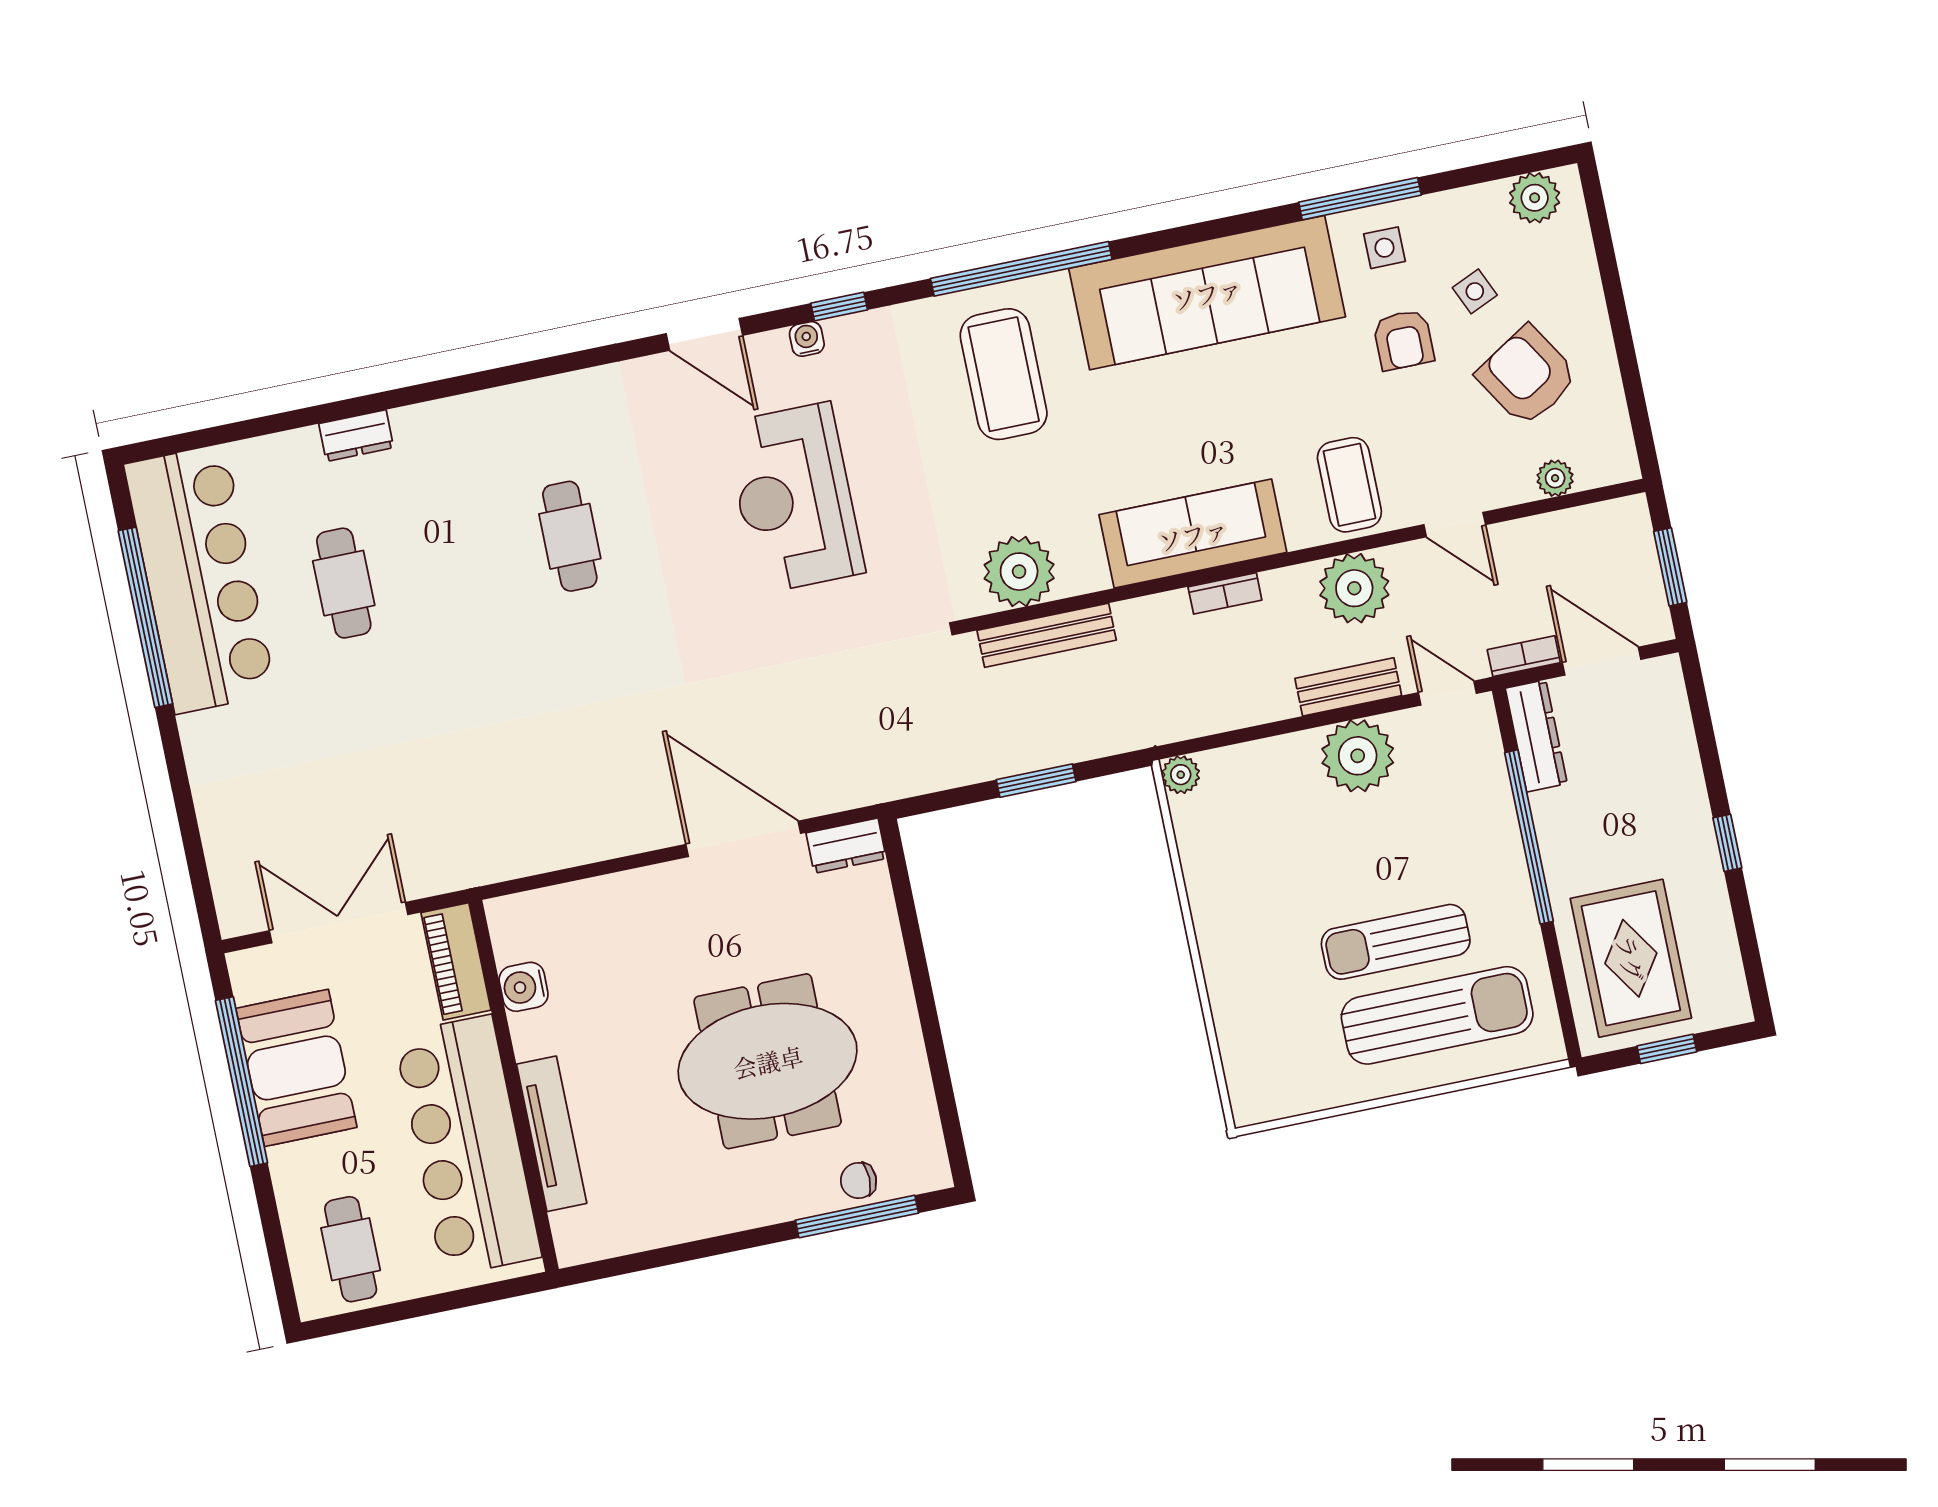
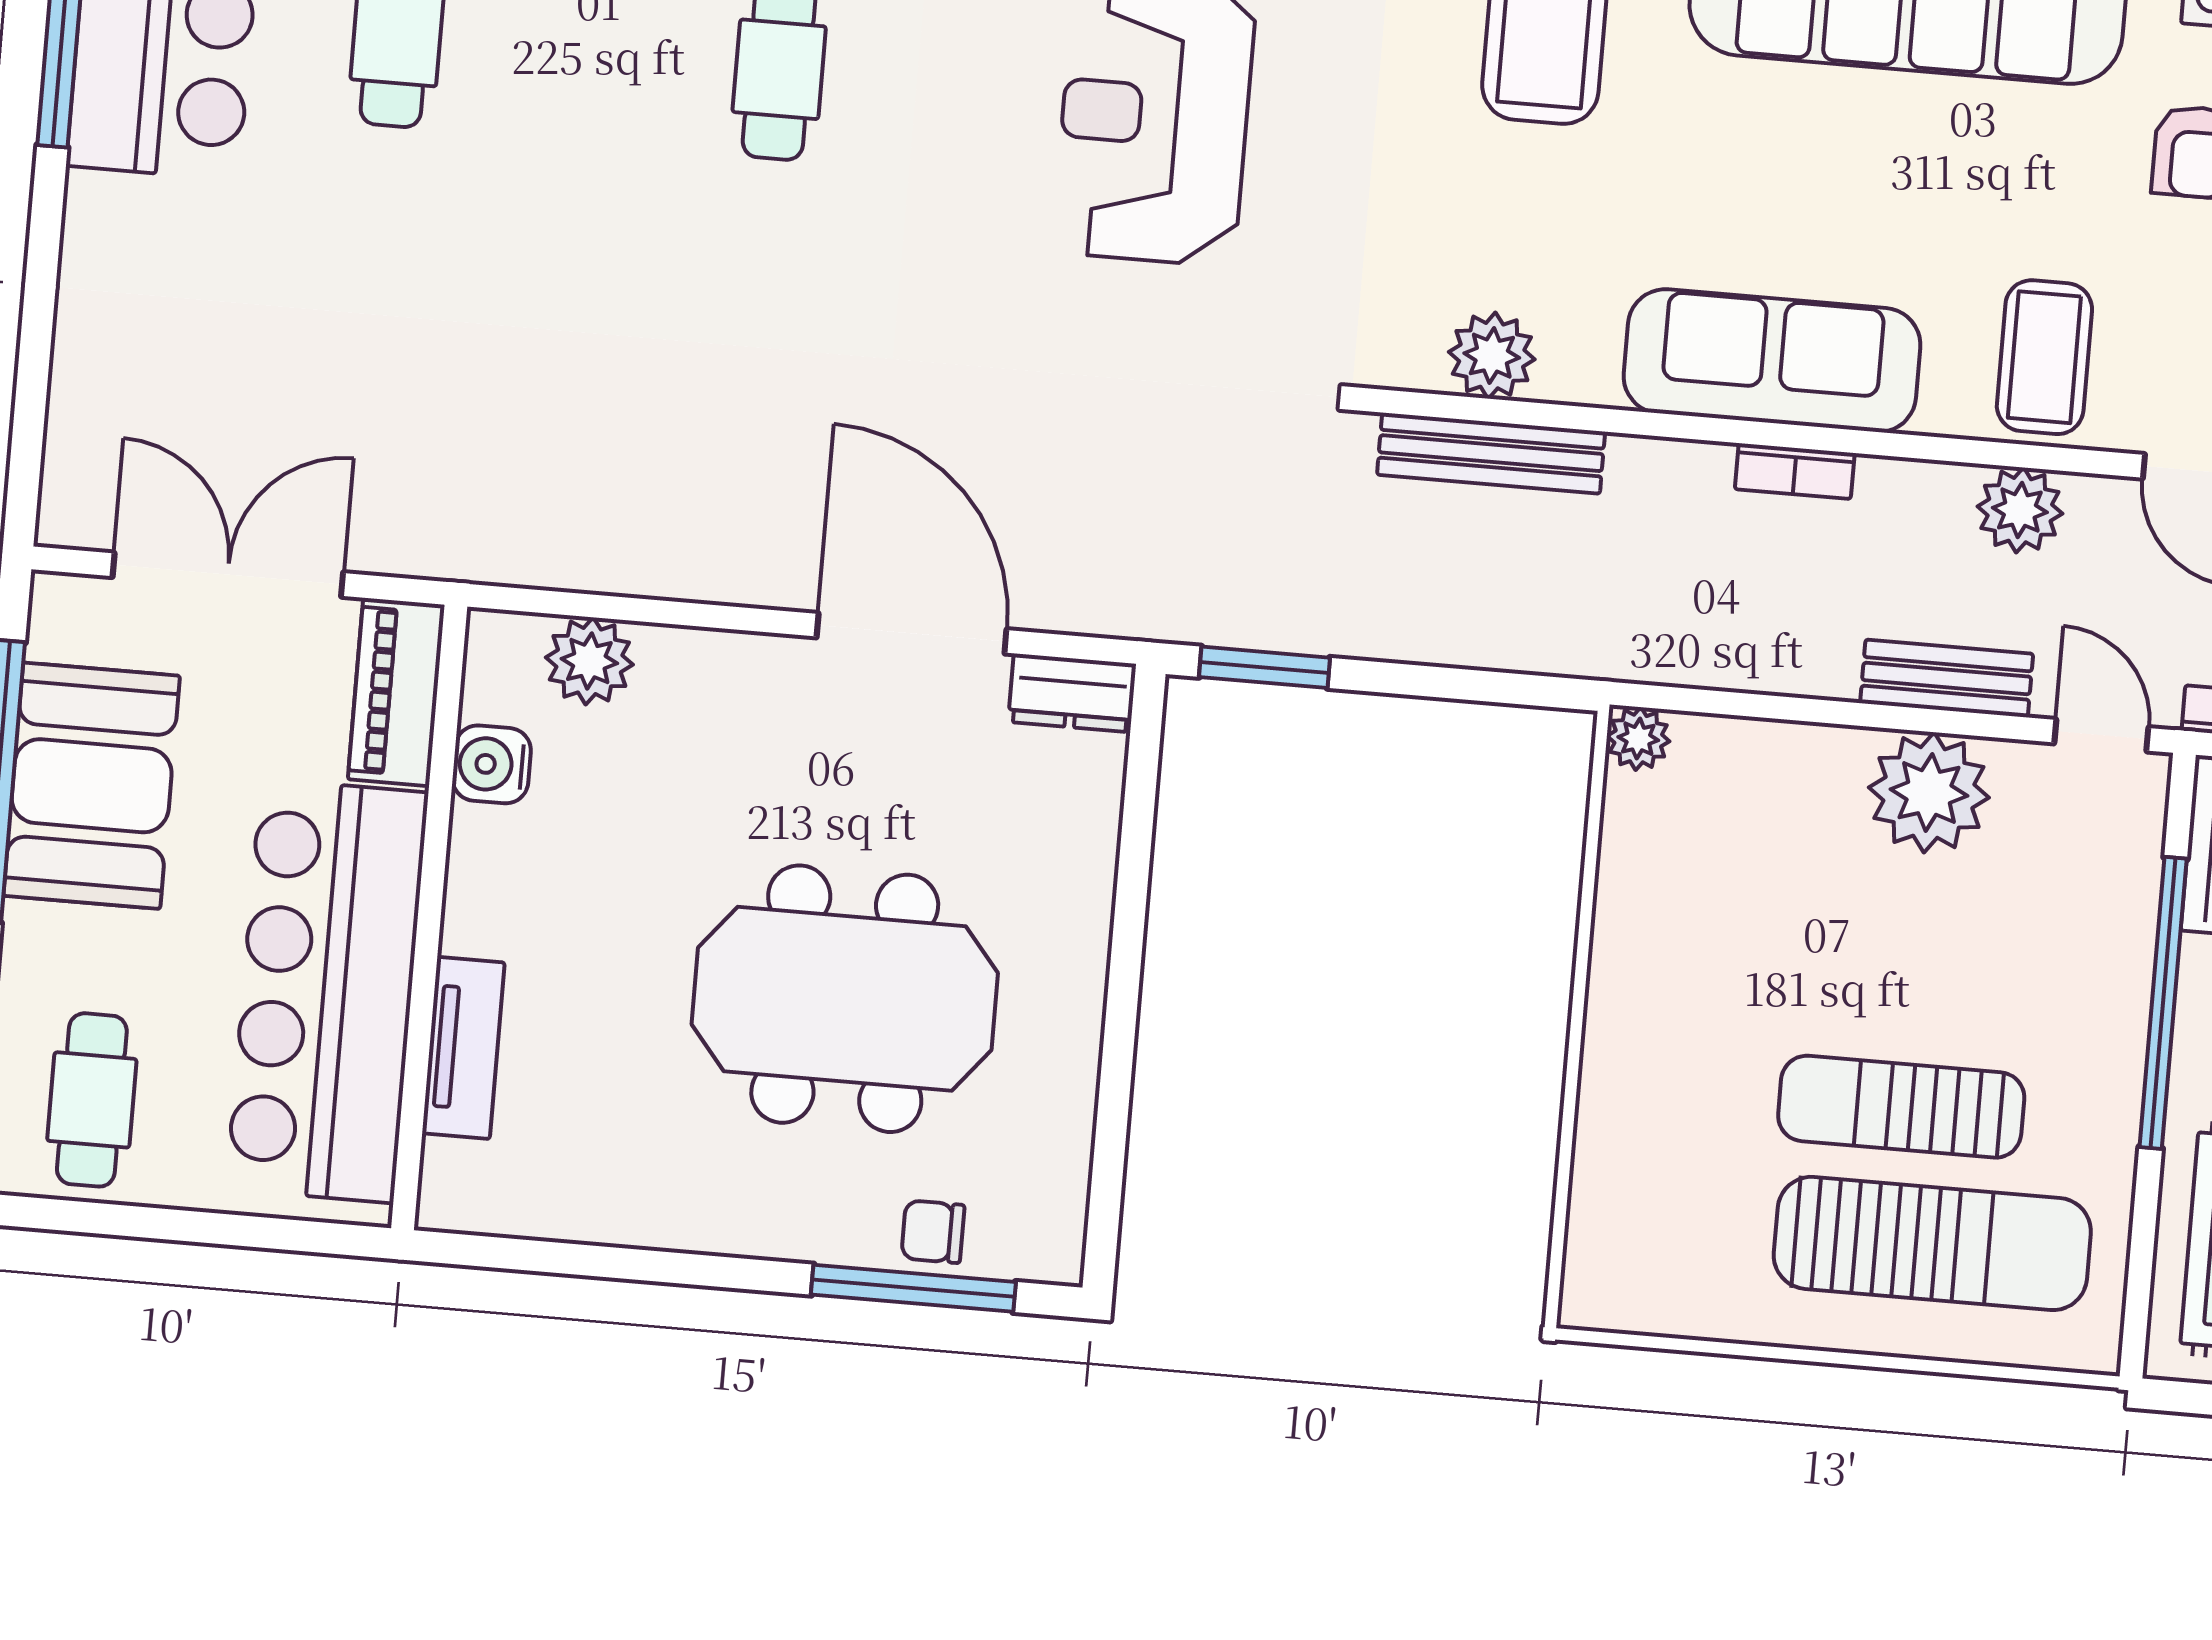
plant: (1019, 572) -> (1492, 356), width x0.73, depth x0.73
plant: (1354, 588) -> (2020, 510), width x0.73, depth x0.73
window: (1036, 781) -> (1264, 667), moved
plant: (562, 910) -> (589, 661), added
tv unit: (552, 1134) -> (463, 1048), width x0.71

